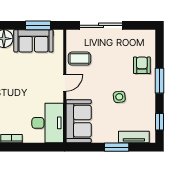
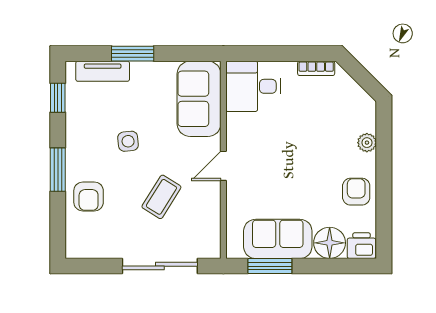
coffee table: (79, 59) -> (161, 197), moved, turned -58
desk: (48, 123) -> (253, 86), width x0.73

